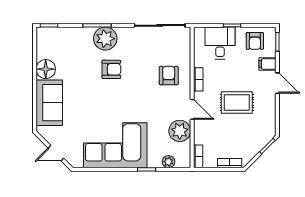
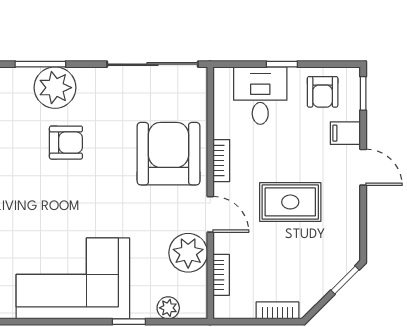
armchair: (169, 76) -> (169, 154), width x1.88, depth x1.88
bookcase: (198, 156) -> (221, 275), moved

